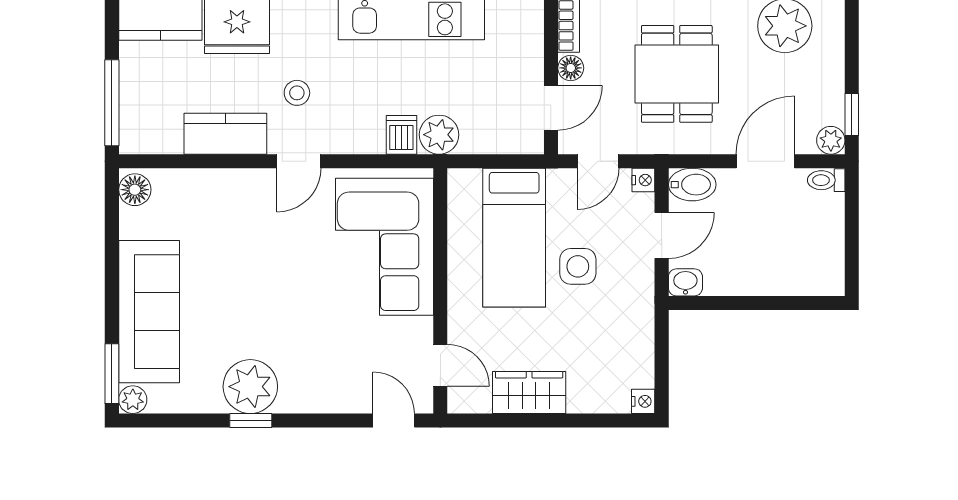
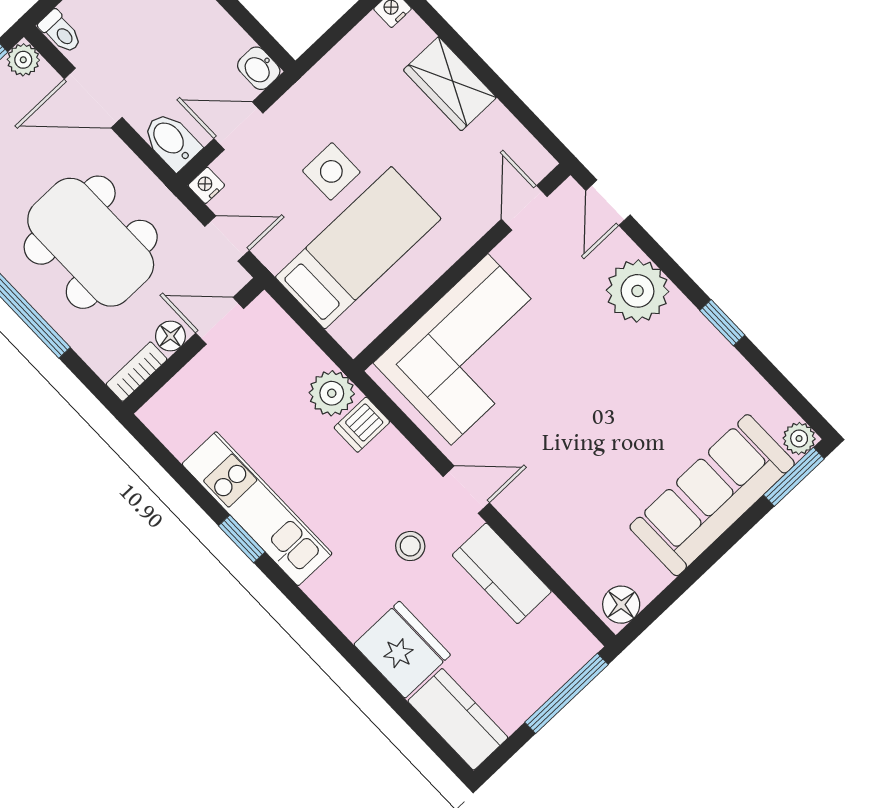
dining table: (677, 74) -> (91, 242), width x1.38
plant: (250, 387) -> (638, 291), moved
wardrobe: (529, 392) -> (450, 84), moved

